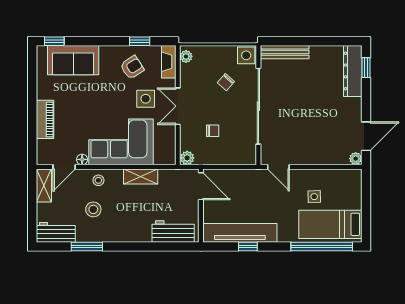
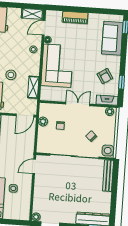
side table: (146, 99) -> (84, 84), removed
plant: (187, 158) -> (43, 121), moved
door: (64, 167) -> (44, 28), hinge flipped
shelving: (141, 176) -> (33, 87), moved
stool: (93, 209) -> (11, 75), moved

